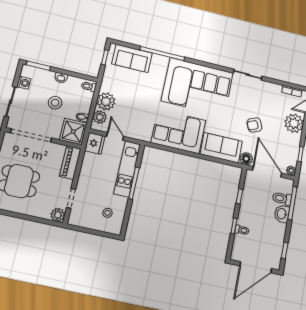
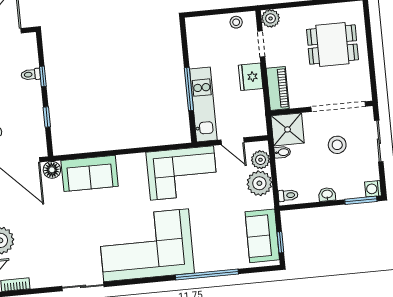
sofa: (132, 58) -> (262, 236), moved, turned -90
washing machine: (24, 83) -> (373, 189), moved
stool: (55, 103) -> (337, 145), moved
armchair: (254, 125) -> (54, 219), removed
corner sofa: (178, 131) -> (182, 173), moved
fridge: (95, 143) -> (251, 77), moved
stool: (107, 213) -> (236, 22), moved

